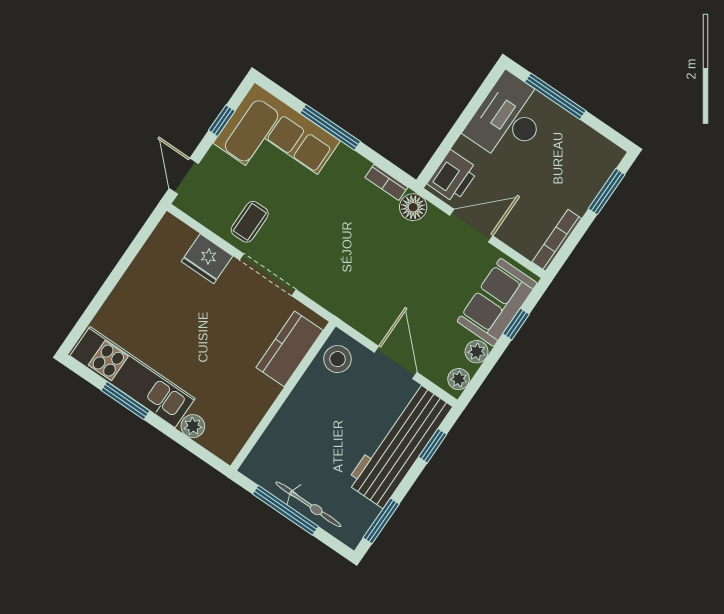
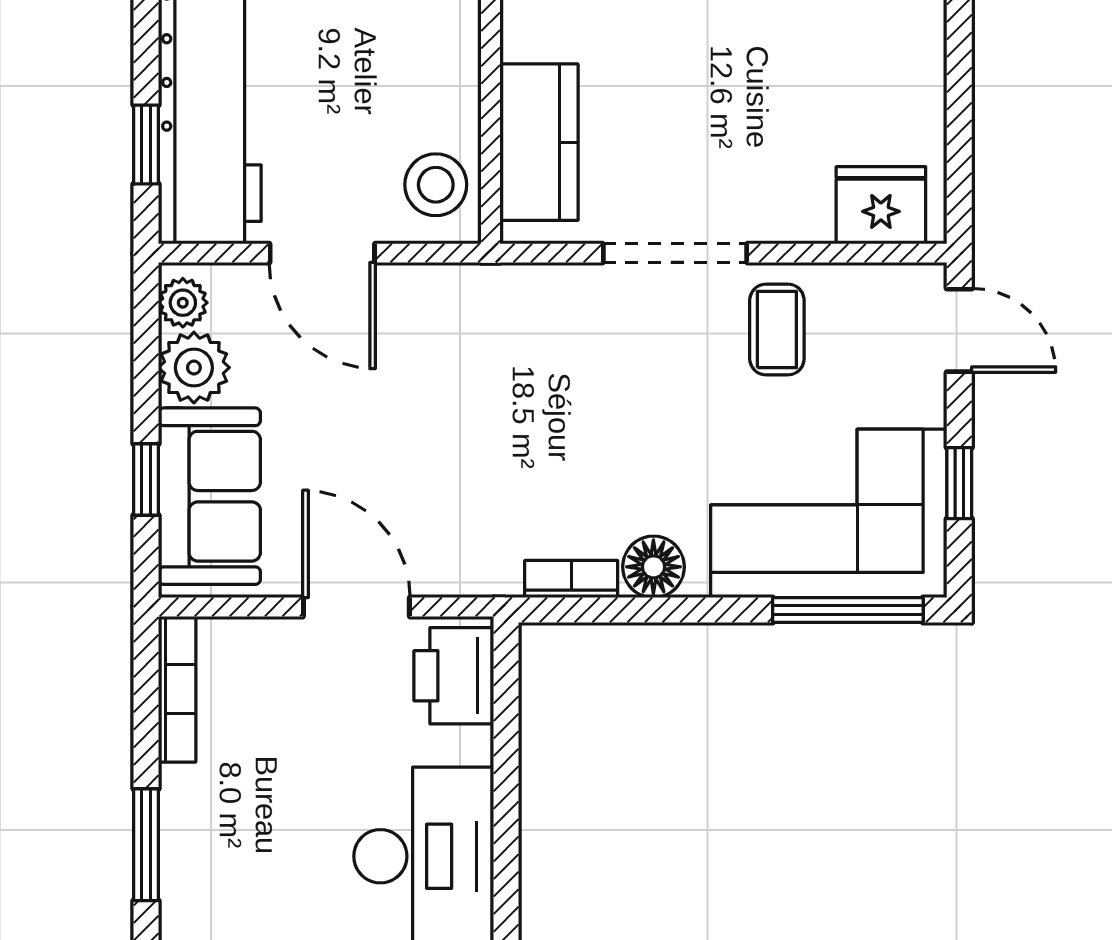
window: (330, 127) -> (848, 610), moved
floor lamp: (413, 207) -> (653, 567), moved
door: (471, 226) -> (356, 607), swing flipped
fridge: (207, 259) -> (881, 205), moved
plant: (477, 352) -> (194, 368), width x1.38, depth x1.38

